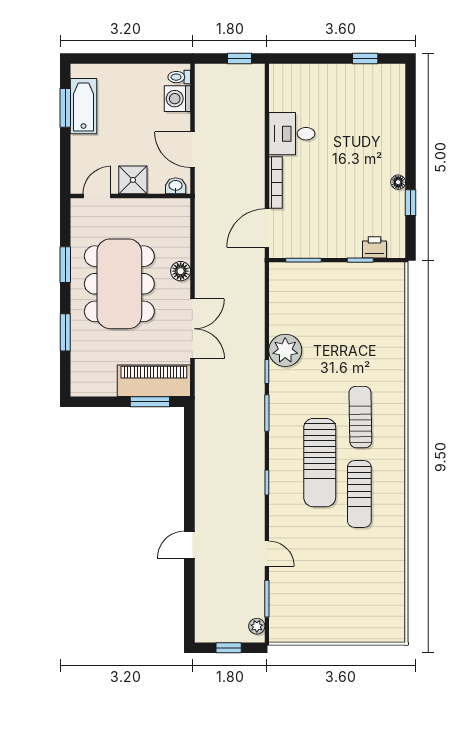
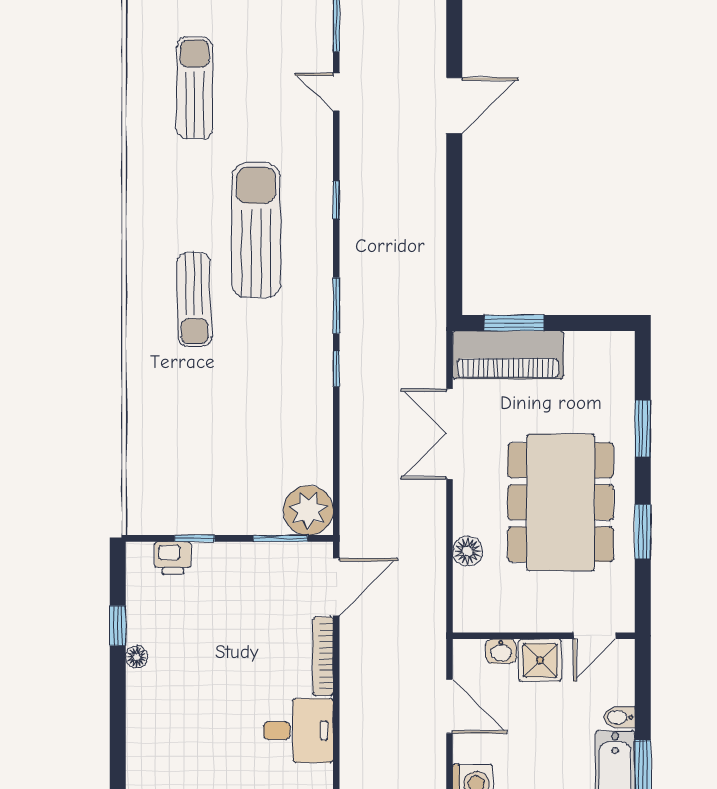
bidet: (81, 142) -> (619, 717), added
washbasin: (176, 186) -> (501, 651), moved
floor lamp: (181, 271) -> (468, 551), moved
plant: (285, 350) -> (308, 510), moved
sun lounger: (359, 494) -> (195, 88), moved
door: (189, 545) -> (454, 106), width x1.38

